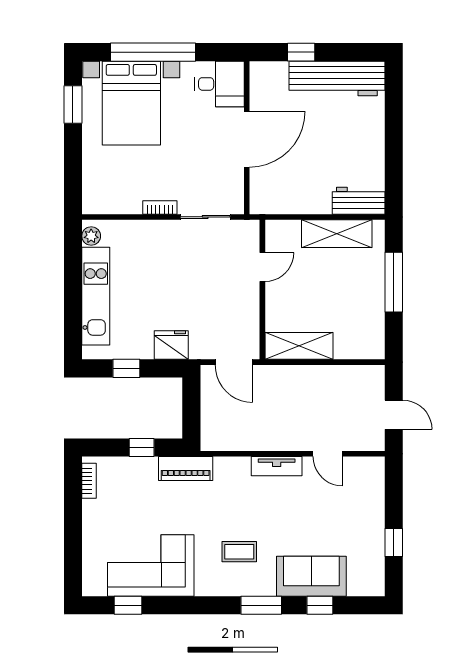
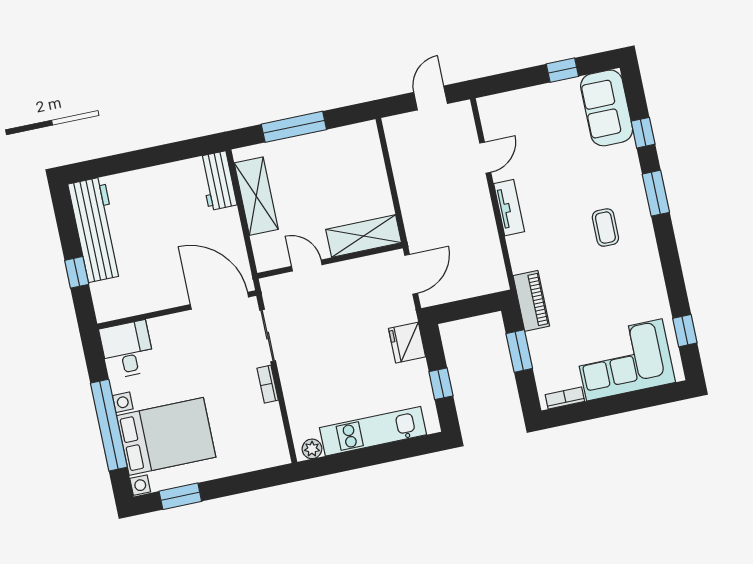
door: (247, 139) -> (219, 301), moved
shelving: (299, 346) -> (364, 236), moved, turned 90
window: (142, 448) -> (519, 351), width x1.50
corner sofa: (151, 565) -> (624, 360), moved, turned 90
sofa: (311, 576) -> (607, 108), moved

